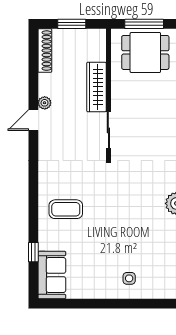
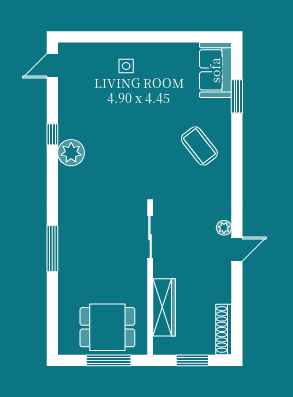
wardrobe: (96, 87) -> (164, 307), moved
plant: (45, 103) -> (224, 228), moved
coffee table: (66, 209) -> (199, 146), turned 52
window: (33, 252) -> (237, 96), width x1.50

